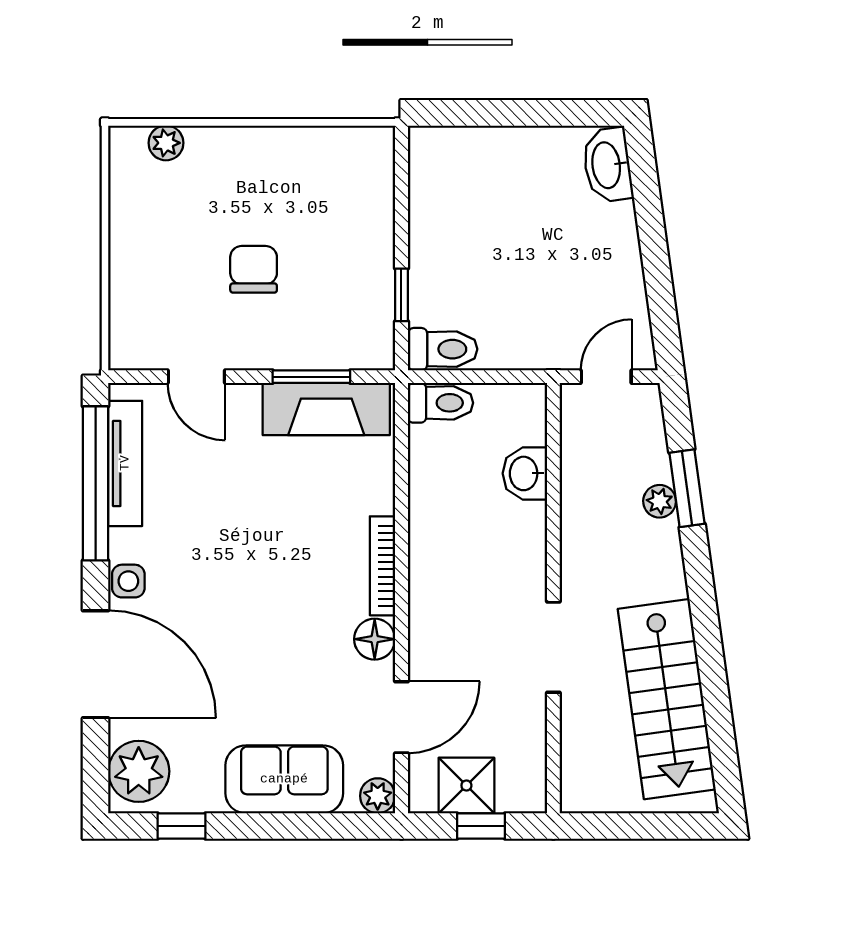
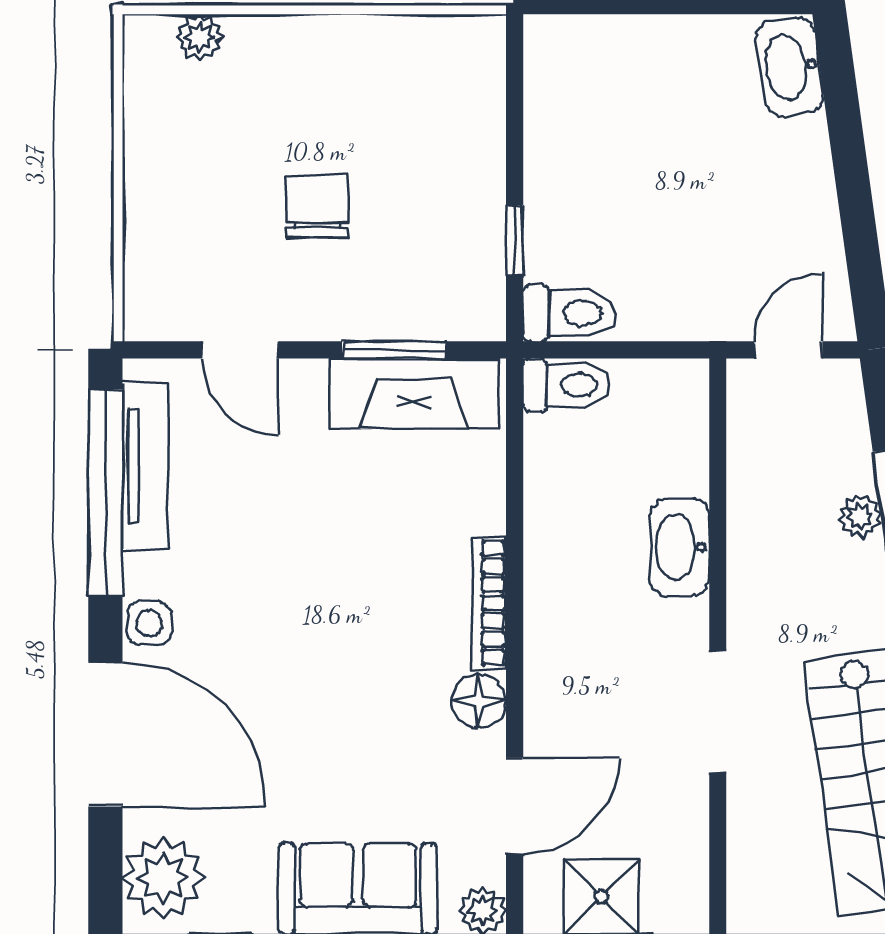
washbasin: (525, 473) -> (680, 547), moved, width x1.38

